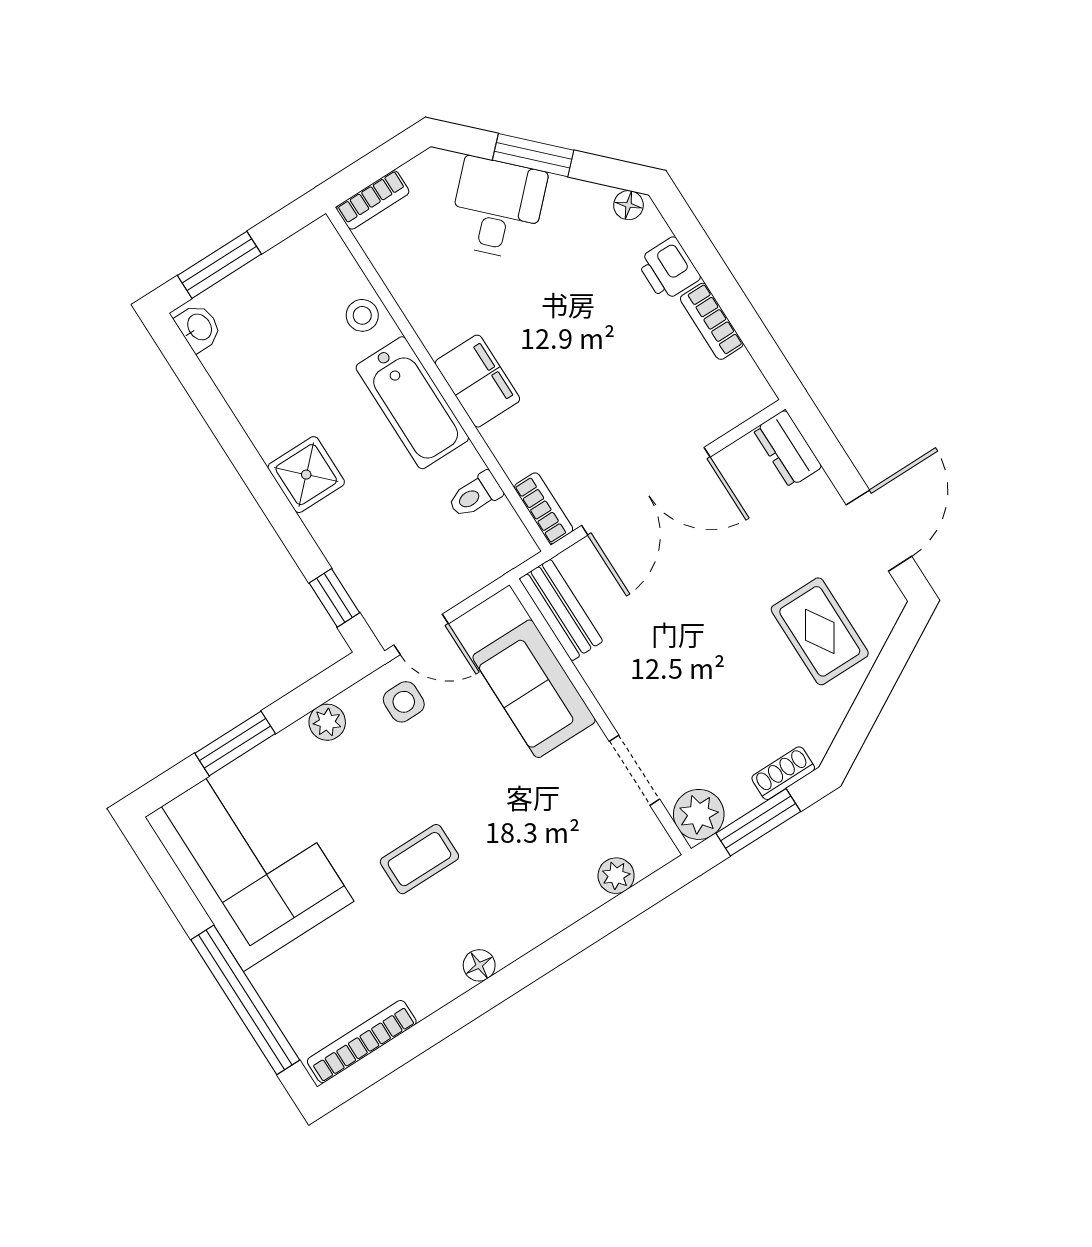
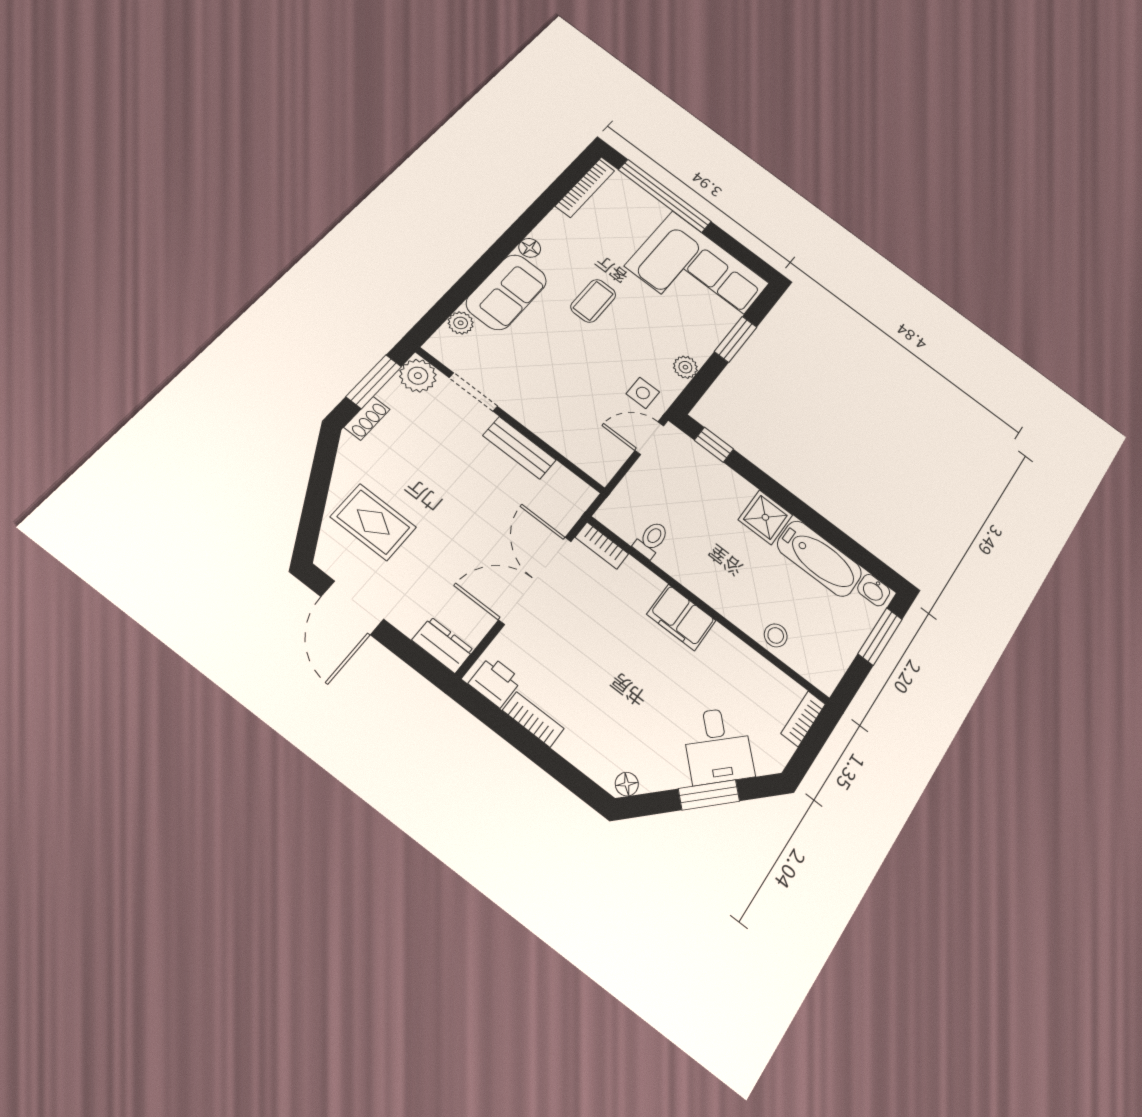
printer: (669, 269) -> (495, 682), moved
bathtub: (412, 403) -> (819, 559), moved, turned 180
bench: (561, 610) -> (519, 448), moved
sofa: (534, 689) -> (507, 292), moved, turned 90

